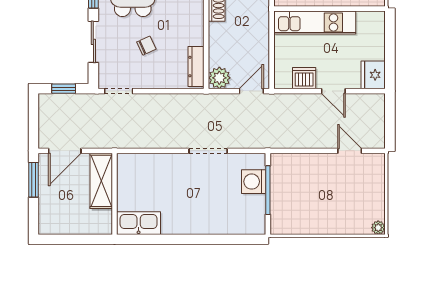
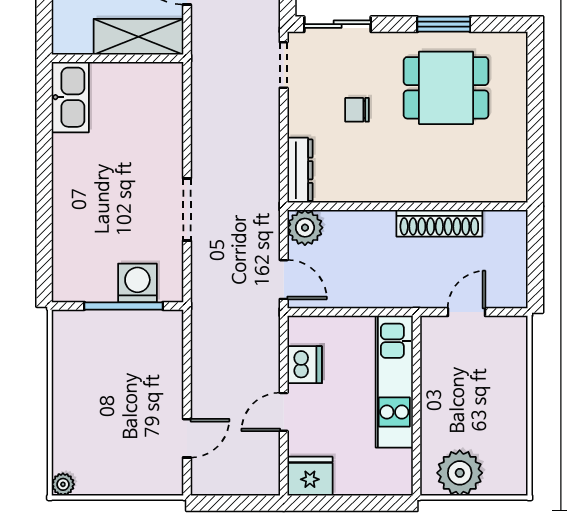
sliding door: (93, 42) -> (338, 24), moved
chair: (146, 46) -> (357, 110), turned 115
dresser: (196, 67) -> (300, 170), moved, turned 90

